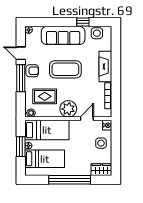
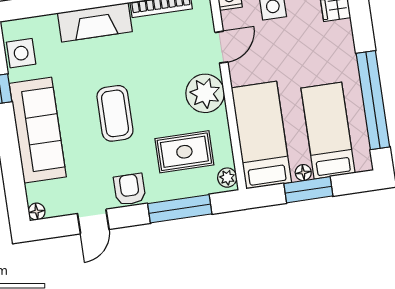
coffee table: (65, 69) -> (115, 113), width x0.73, depth x0.76
window: (21, 78) -> (180, 209), moved
rug: (45, 96) -> (184, 152), turned 90
door: (87, 119) -> (221, 47), swing flipped
window: (70, 180) -> (373, 100), moved

